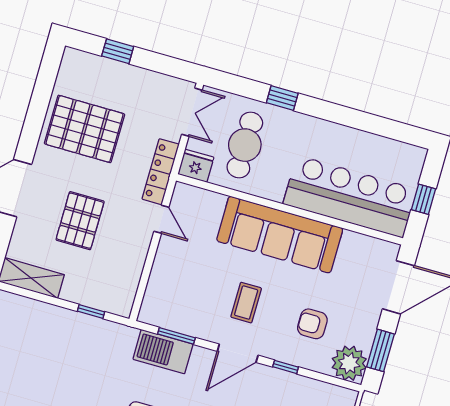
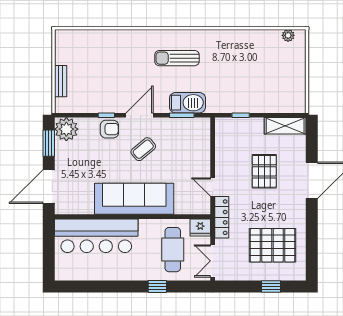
pallet: (85, 129) -> (272, 245), moved
window: (423, 199) -> (49, 247), removed
coffee table: (246, 303) -> (143, 149), turned 50
armchair: (312, 324) -> (109, 129), moved

